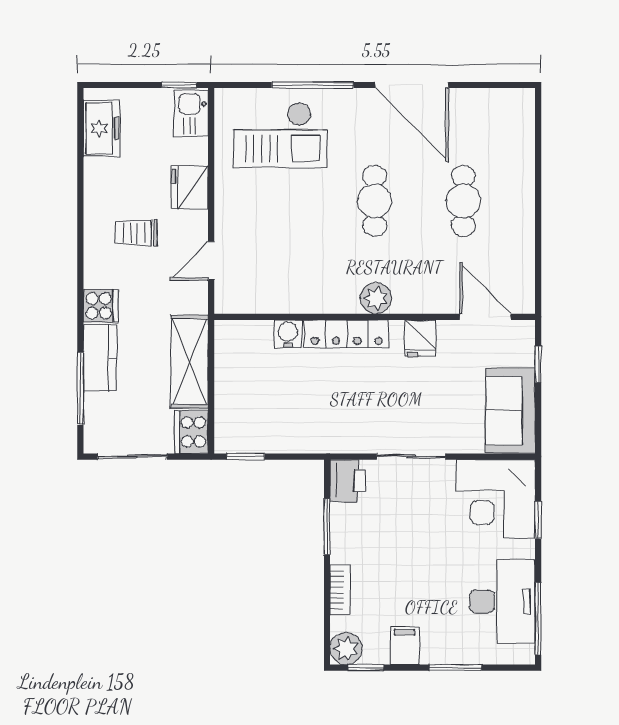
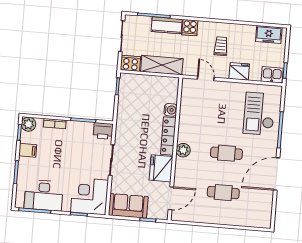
fridge: (420, 338) -> (161, 168), width x1.88, depth x1.34

